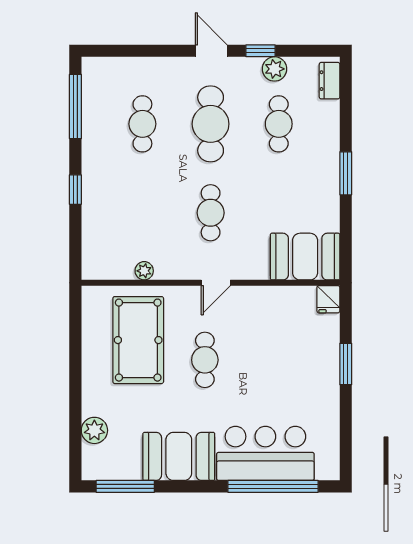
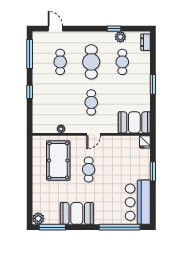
door: (211, 51) -> (55, 29), moved
plant: (94, 430) -> (38, 218), moved
bar counter: (265, 453) -> (138, 202), moved, turned -90

